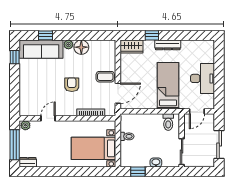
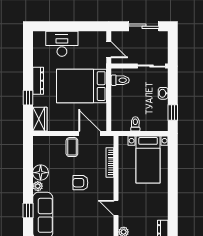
desk: (203, 78) -> (62, 44), moved
bed: (168, 86) -> (82, 86), width x1.50

